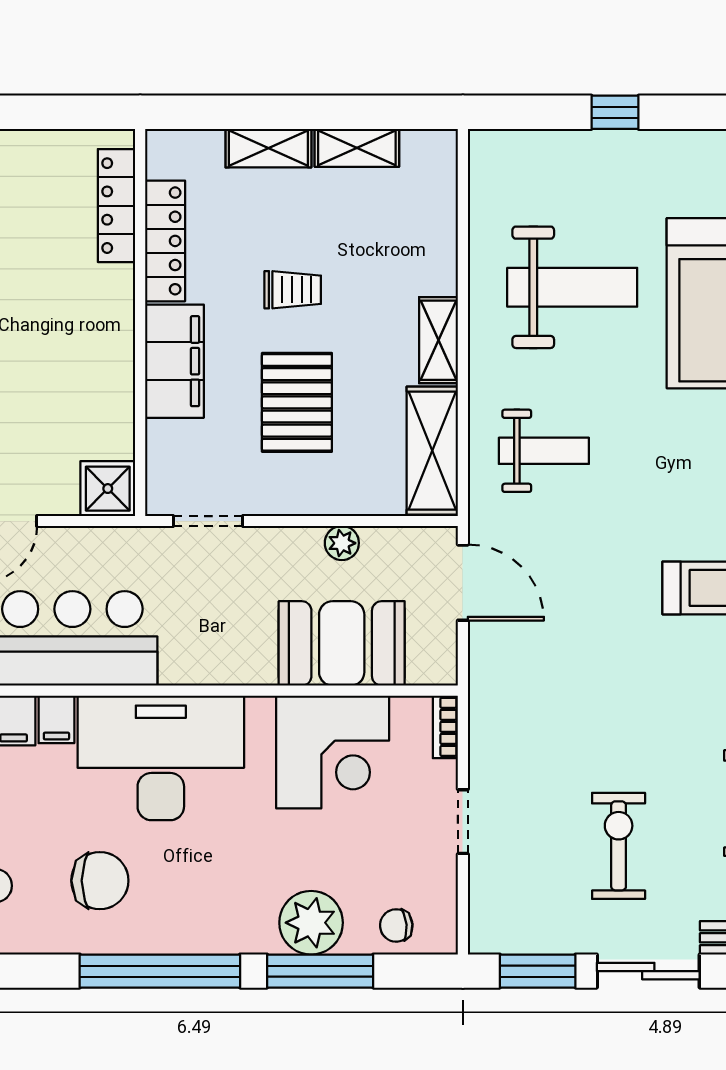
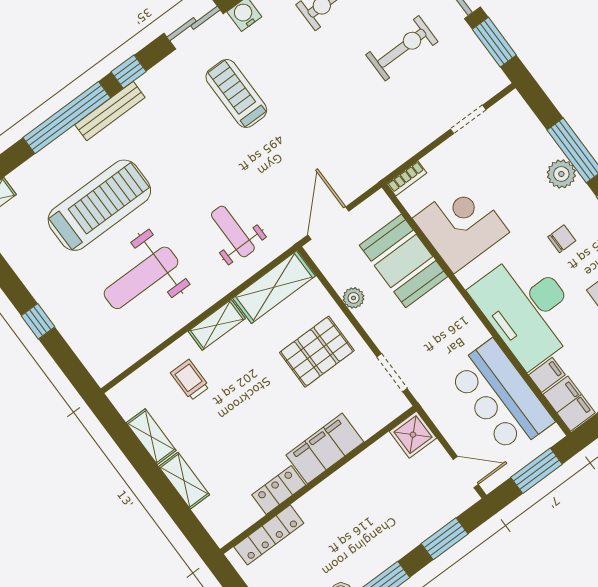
locker: (165, 241) -> (279, 490), width x0.66
weight bench: (572, 287) -> (141, 278), turned -90
trolley: (293, 290) -> (190, 380), moved
pallet: (297, 402) -> (317, 352), moved
doorway: (463, 822) -> (468, 119), moved
exercise bike: (619, 846) -> (402, 48), turned 180
plant: (311, 923) -> (561, 174), width x0.73, depth x0.73
chair: (396, 925) -> (562, 239), moved, turned -85

